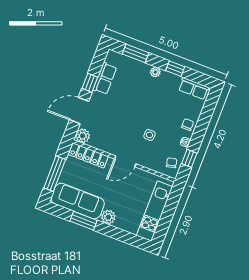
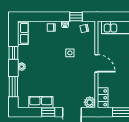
locker: (88, 155) -> (103, 98), width x0.66

